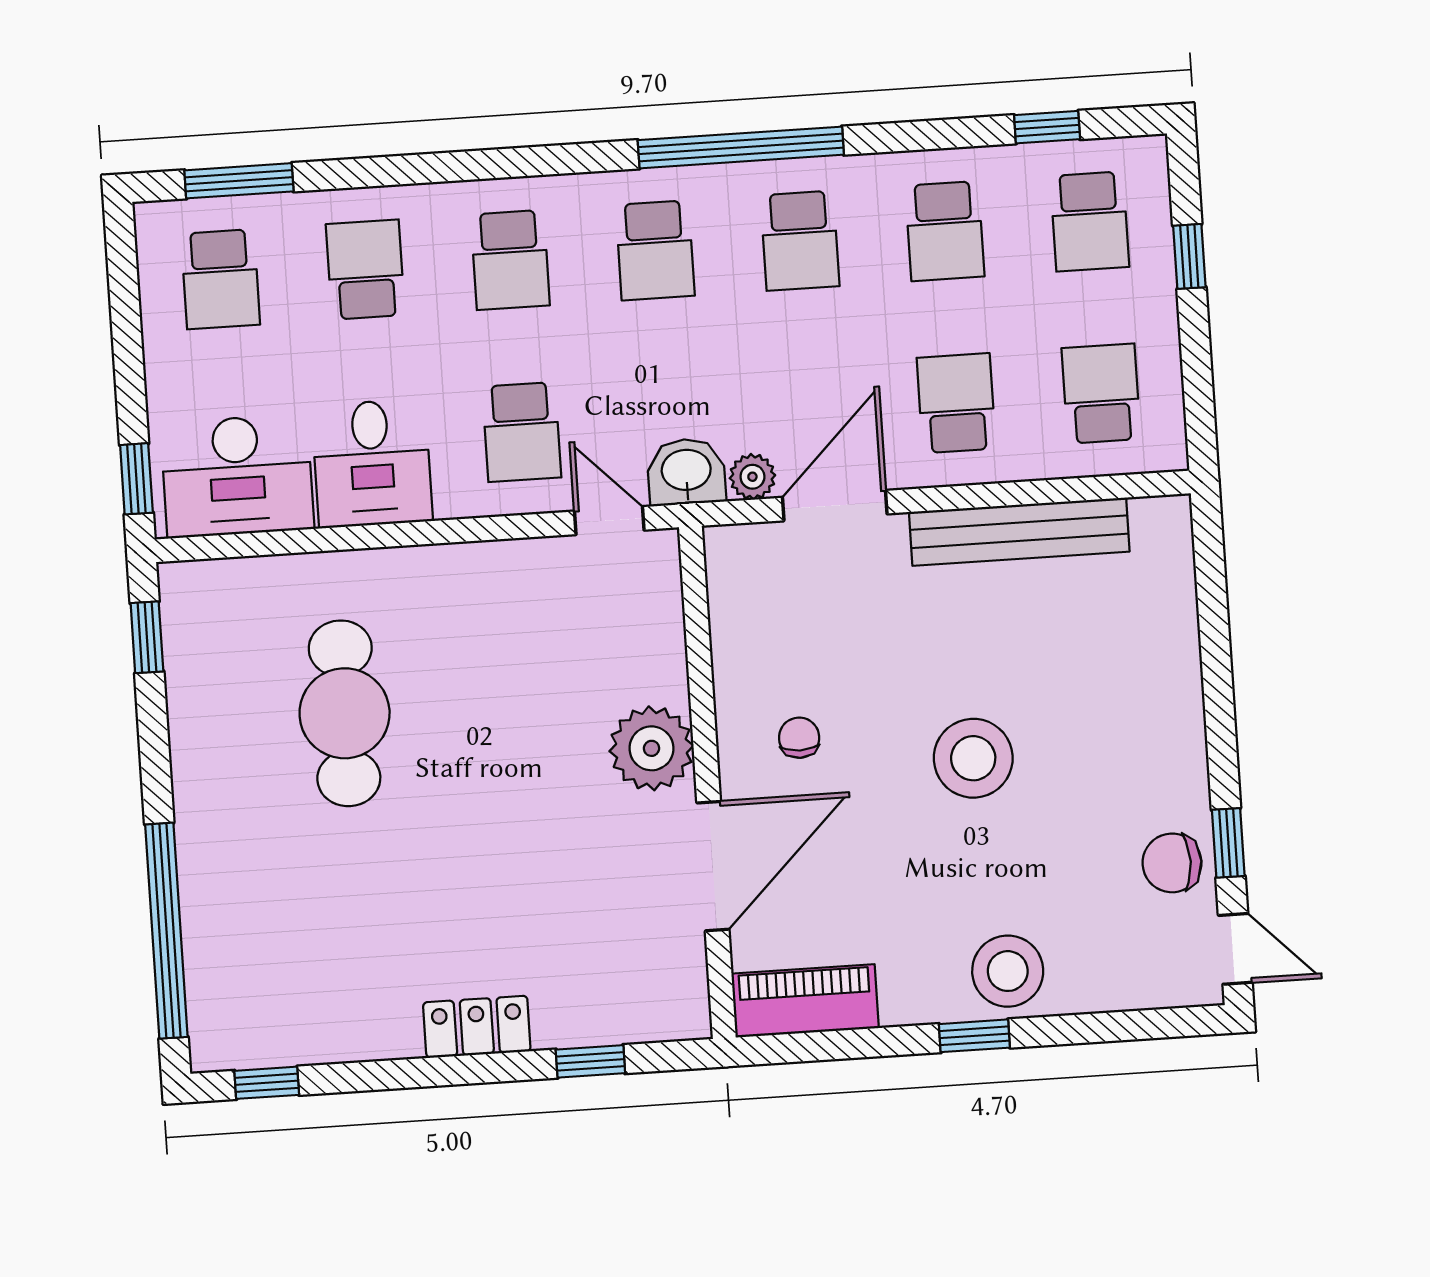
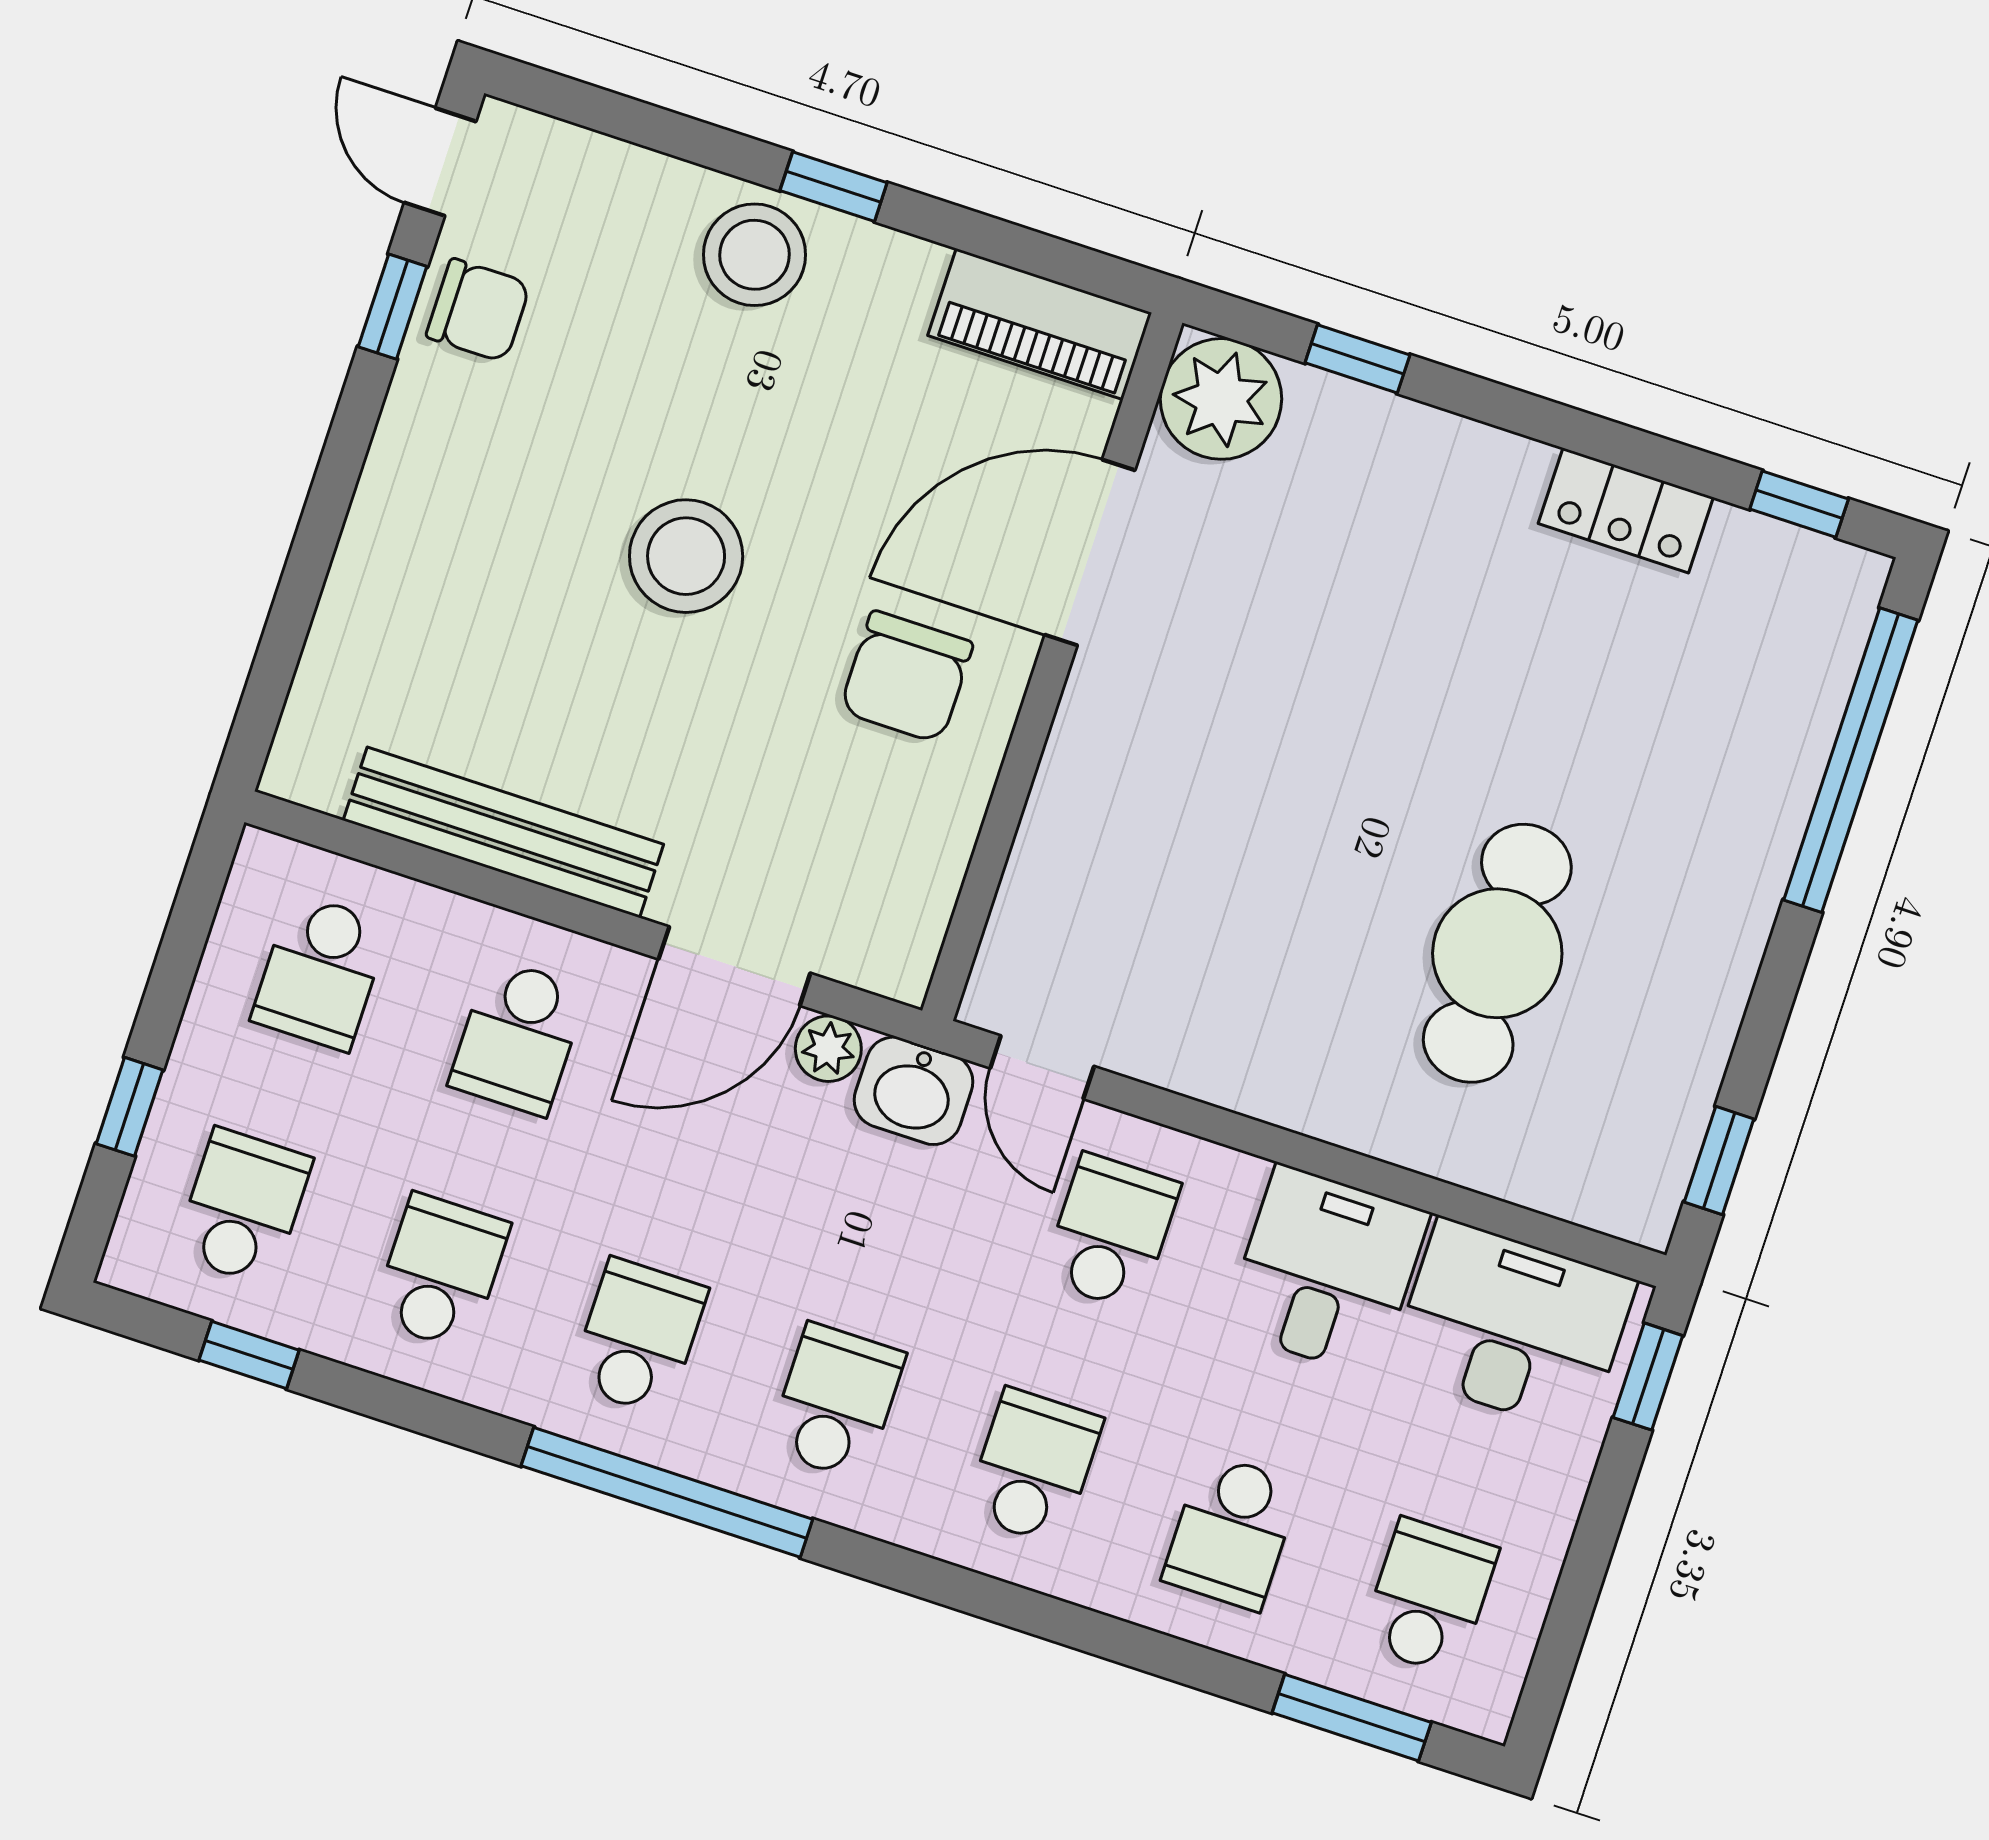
chair: (799, 738) -> (906, 677), width x1.87, depth x1.87
plant: (651, 748) -> (1221, 399), moved
locker: (477, 1027) -> (1626, 510), moved

